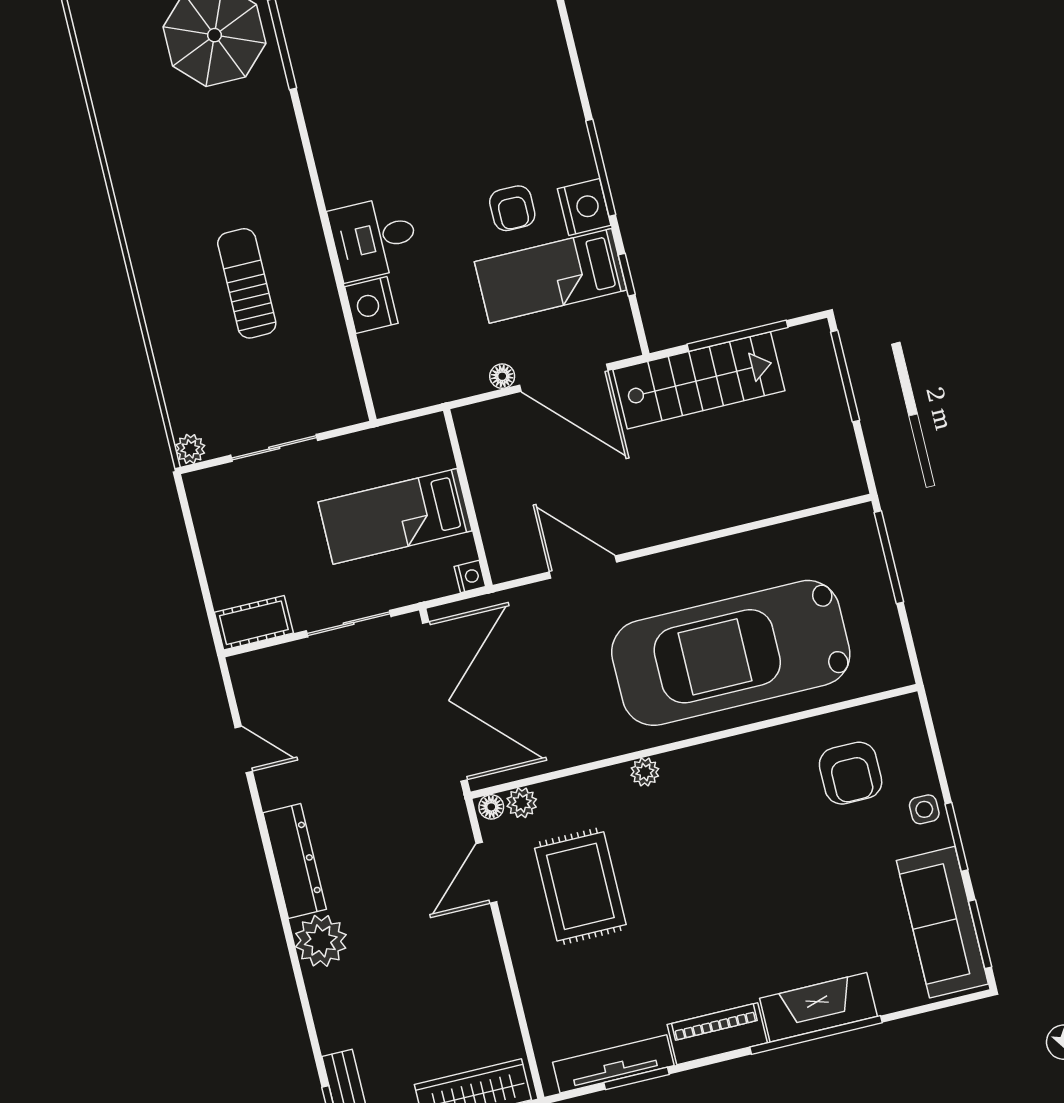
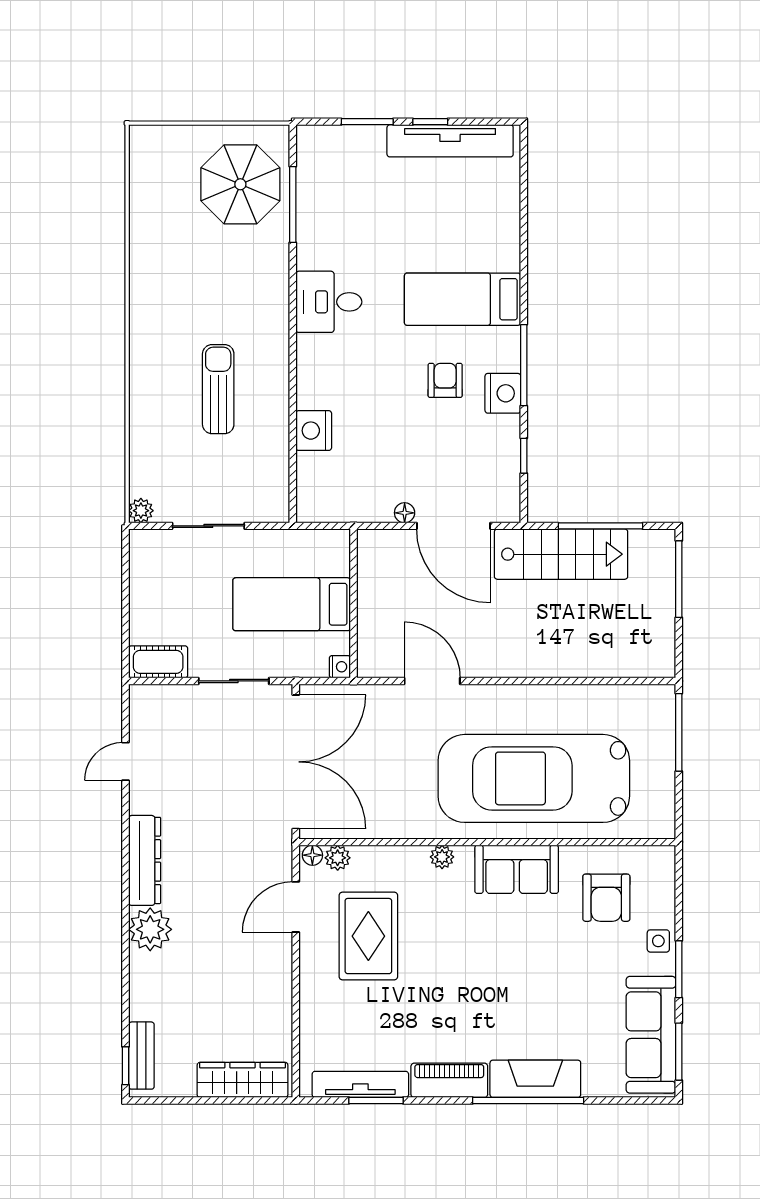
armchair: (512, 208) -> (445, 380), turned 180
desk: (374, 238) -> (329, 302), moved
bed: (550, 276) -> (463, 299), moved
door: (244, 750) -> (126, 761), swing flipped
sofa: (736, 765) -> (517, 869), added

